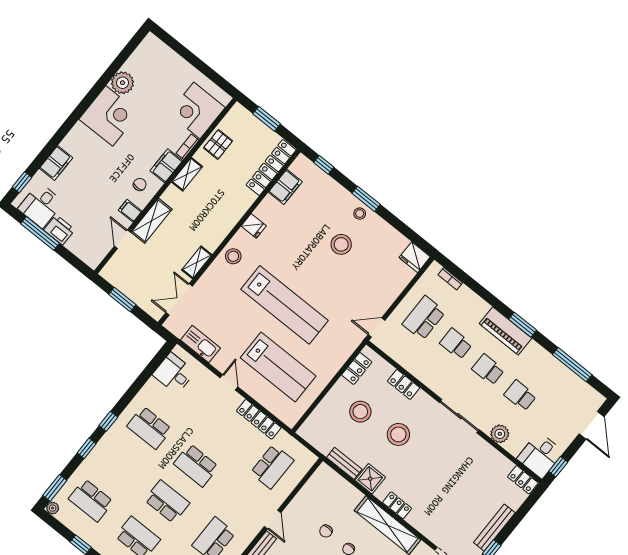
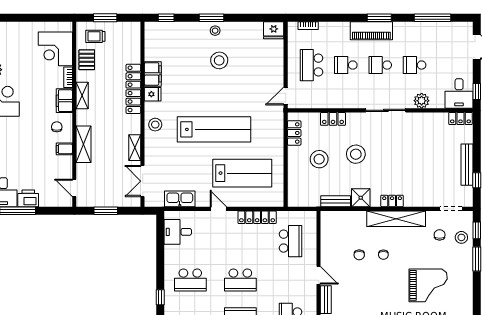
trolley: (243, 129) -> (95, 36), added
locker: (271, 167) -> (133, 89), moved
filing cabinet: (285, 187) -> (153, 74), moved
door: (122, 239) -> (74, 188), moved

